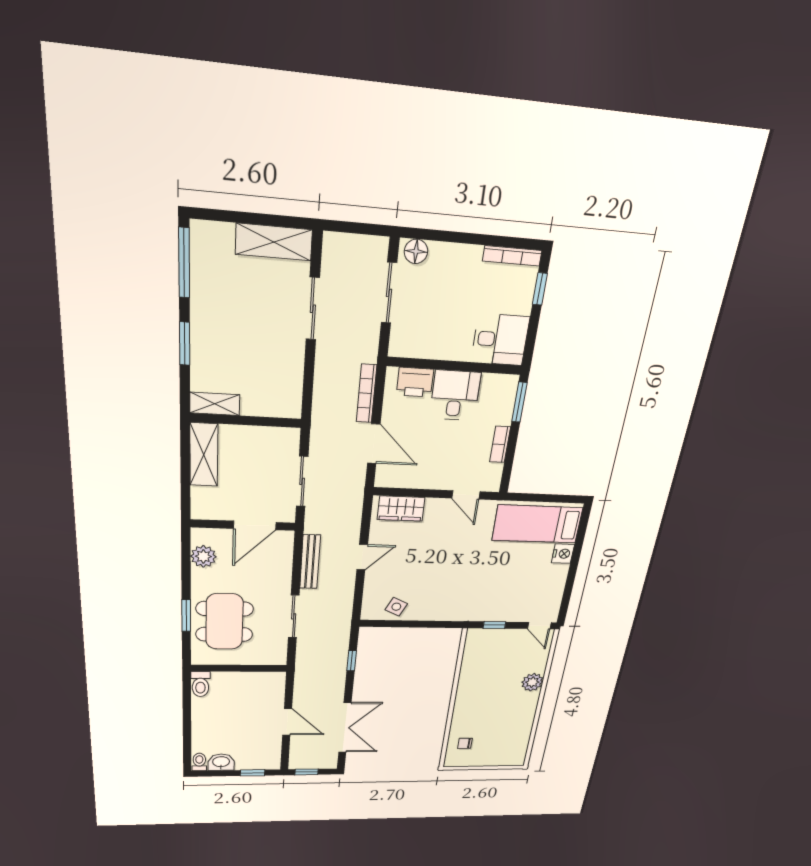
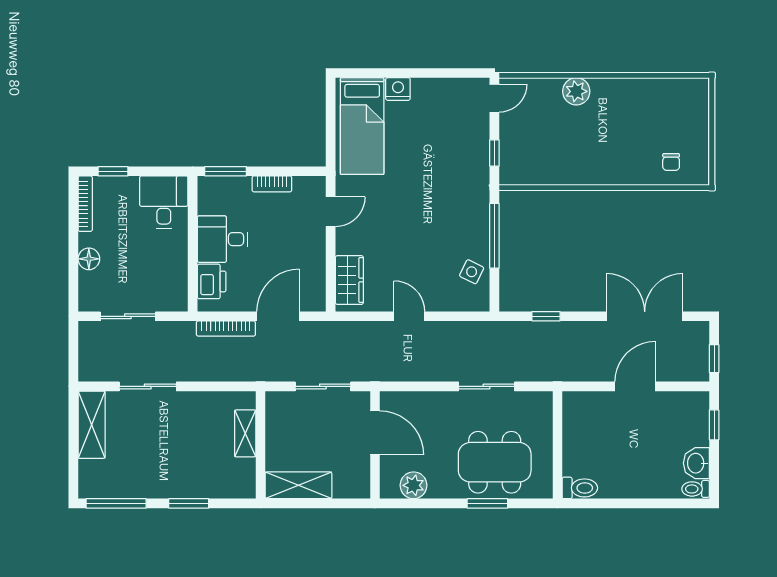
floor lamp: (416, 251) -> (89, 259), moved
shelving: (215, 404) -> (245, 433), moved
bench: (310, 562) -> (417, 372), removed
window: (425, 624) -> (494, 236), added

